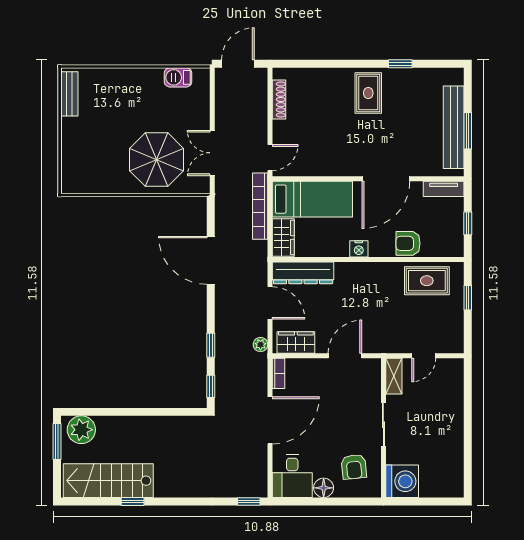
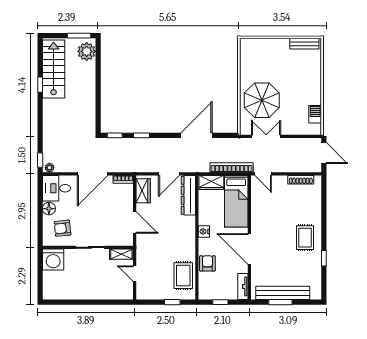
rug: (368, 93) -> (305, 238), turned 90
plant: (260, 345) -> (49, 168), moved
door: (270, 420) -> (93, 174), hinge flipped

